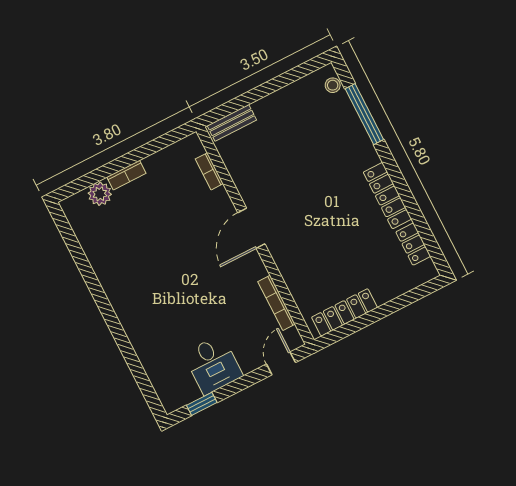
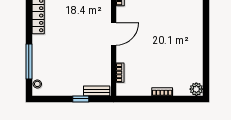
window: (251, 97) -> (81, 99), added
plant: (100, 194) -> (196, 89), moved

